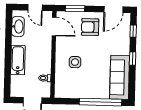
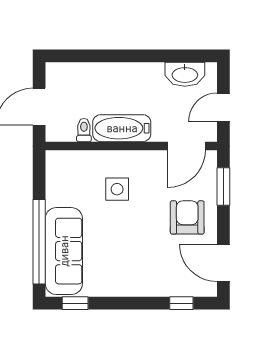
window: (133, 59) -> (75, 303), moved
bathtub: (18, 60) -> (122, 128), moved, turned 180
sofa: (120, 77) -> (64, 251), moved, turned 90

